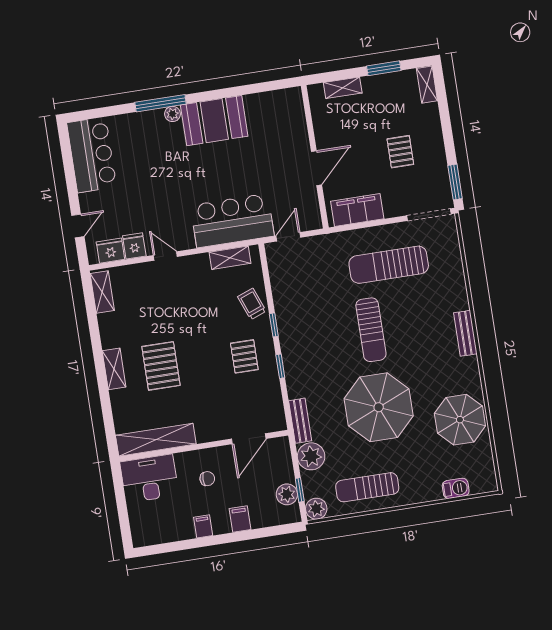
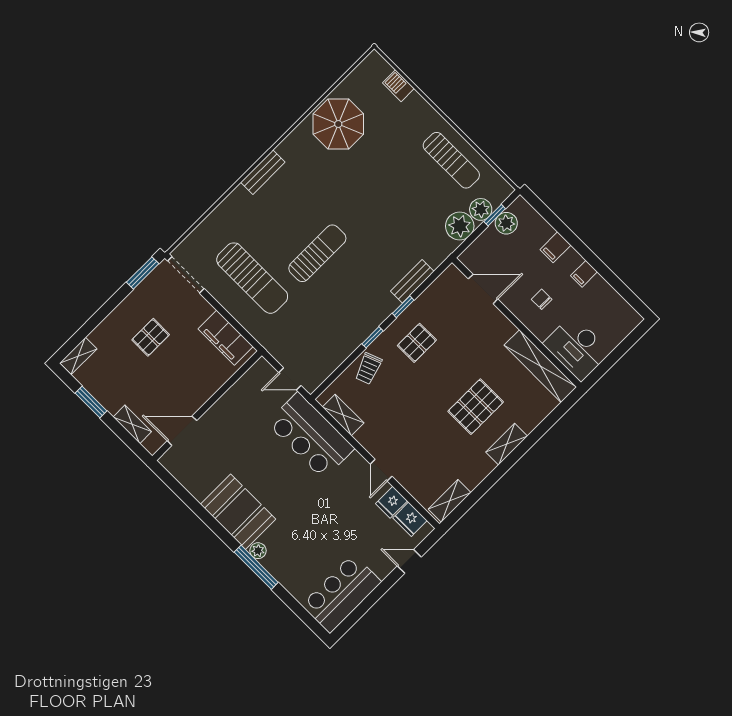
door: (317, 168) -> (182, 431), moved
parasol: (379, 407) -> (377, 200), removed
bench: (300, 421) -> (412, 281), moved
plant: (316, 509) -> (481, 209), moved

